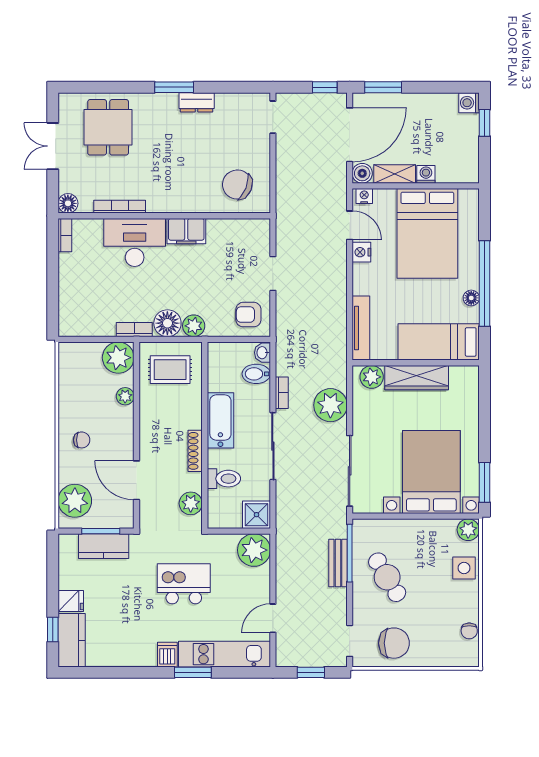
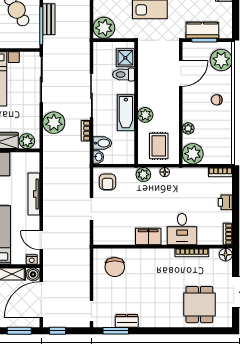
window: (174, 87) -> (116, 331), moved
dresser: (197, 102) -> (127, 321), moved
chair: (237, 185) -> (115, 267), turned 68
desk: (135, 242) -> (182, 229), width x0.73
nightstand: (361, 252) -> (34, 223), removed
printer: (69, 283) -> (225, 202), added
armchair: (248, 315) -> (108, 182), turned 90
floor lamp: (167, 323) -> (165, 172), width x0.53, depth x0.53
tv unit: (361, 328) -> (34, 194), moved
bookcase: (134, 330) -> (220, 172), moved
rug: (170, 370) -> (159, 146), turned 90
shoe rack: (195, 451) -> (142, 93), removed
door: (137, 480) -> (181, 73), hinge flipped
plant: (191, 503) -> (145, 115), moved
shower: (257, 515) -> (125, 58), moved

